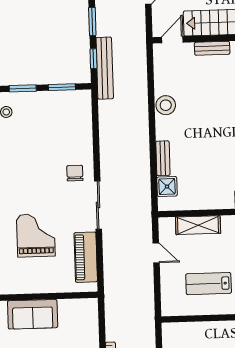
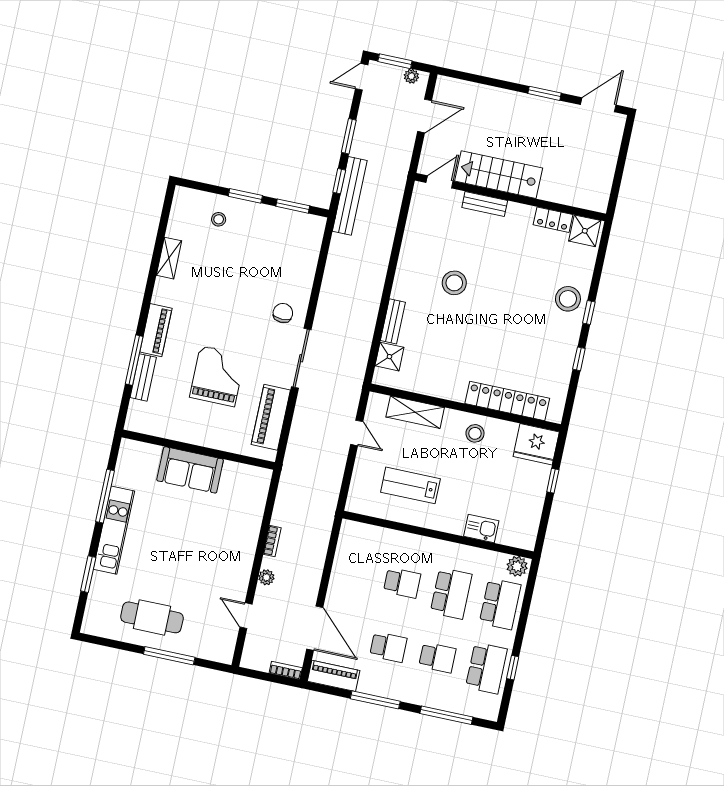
stool: (166, 105) -> (454, 283), moved

